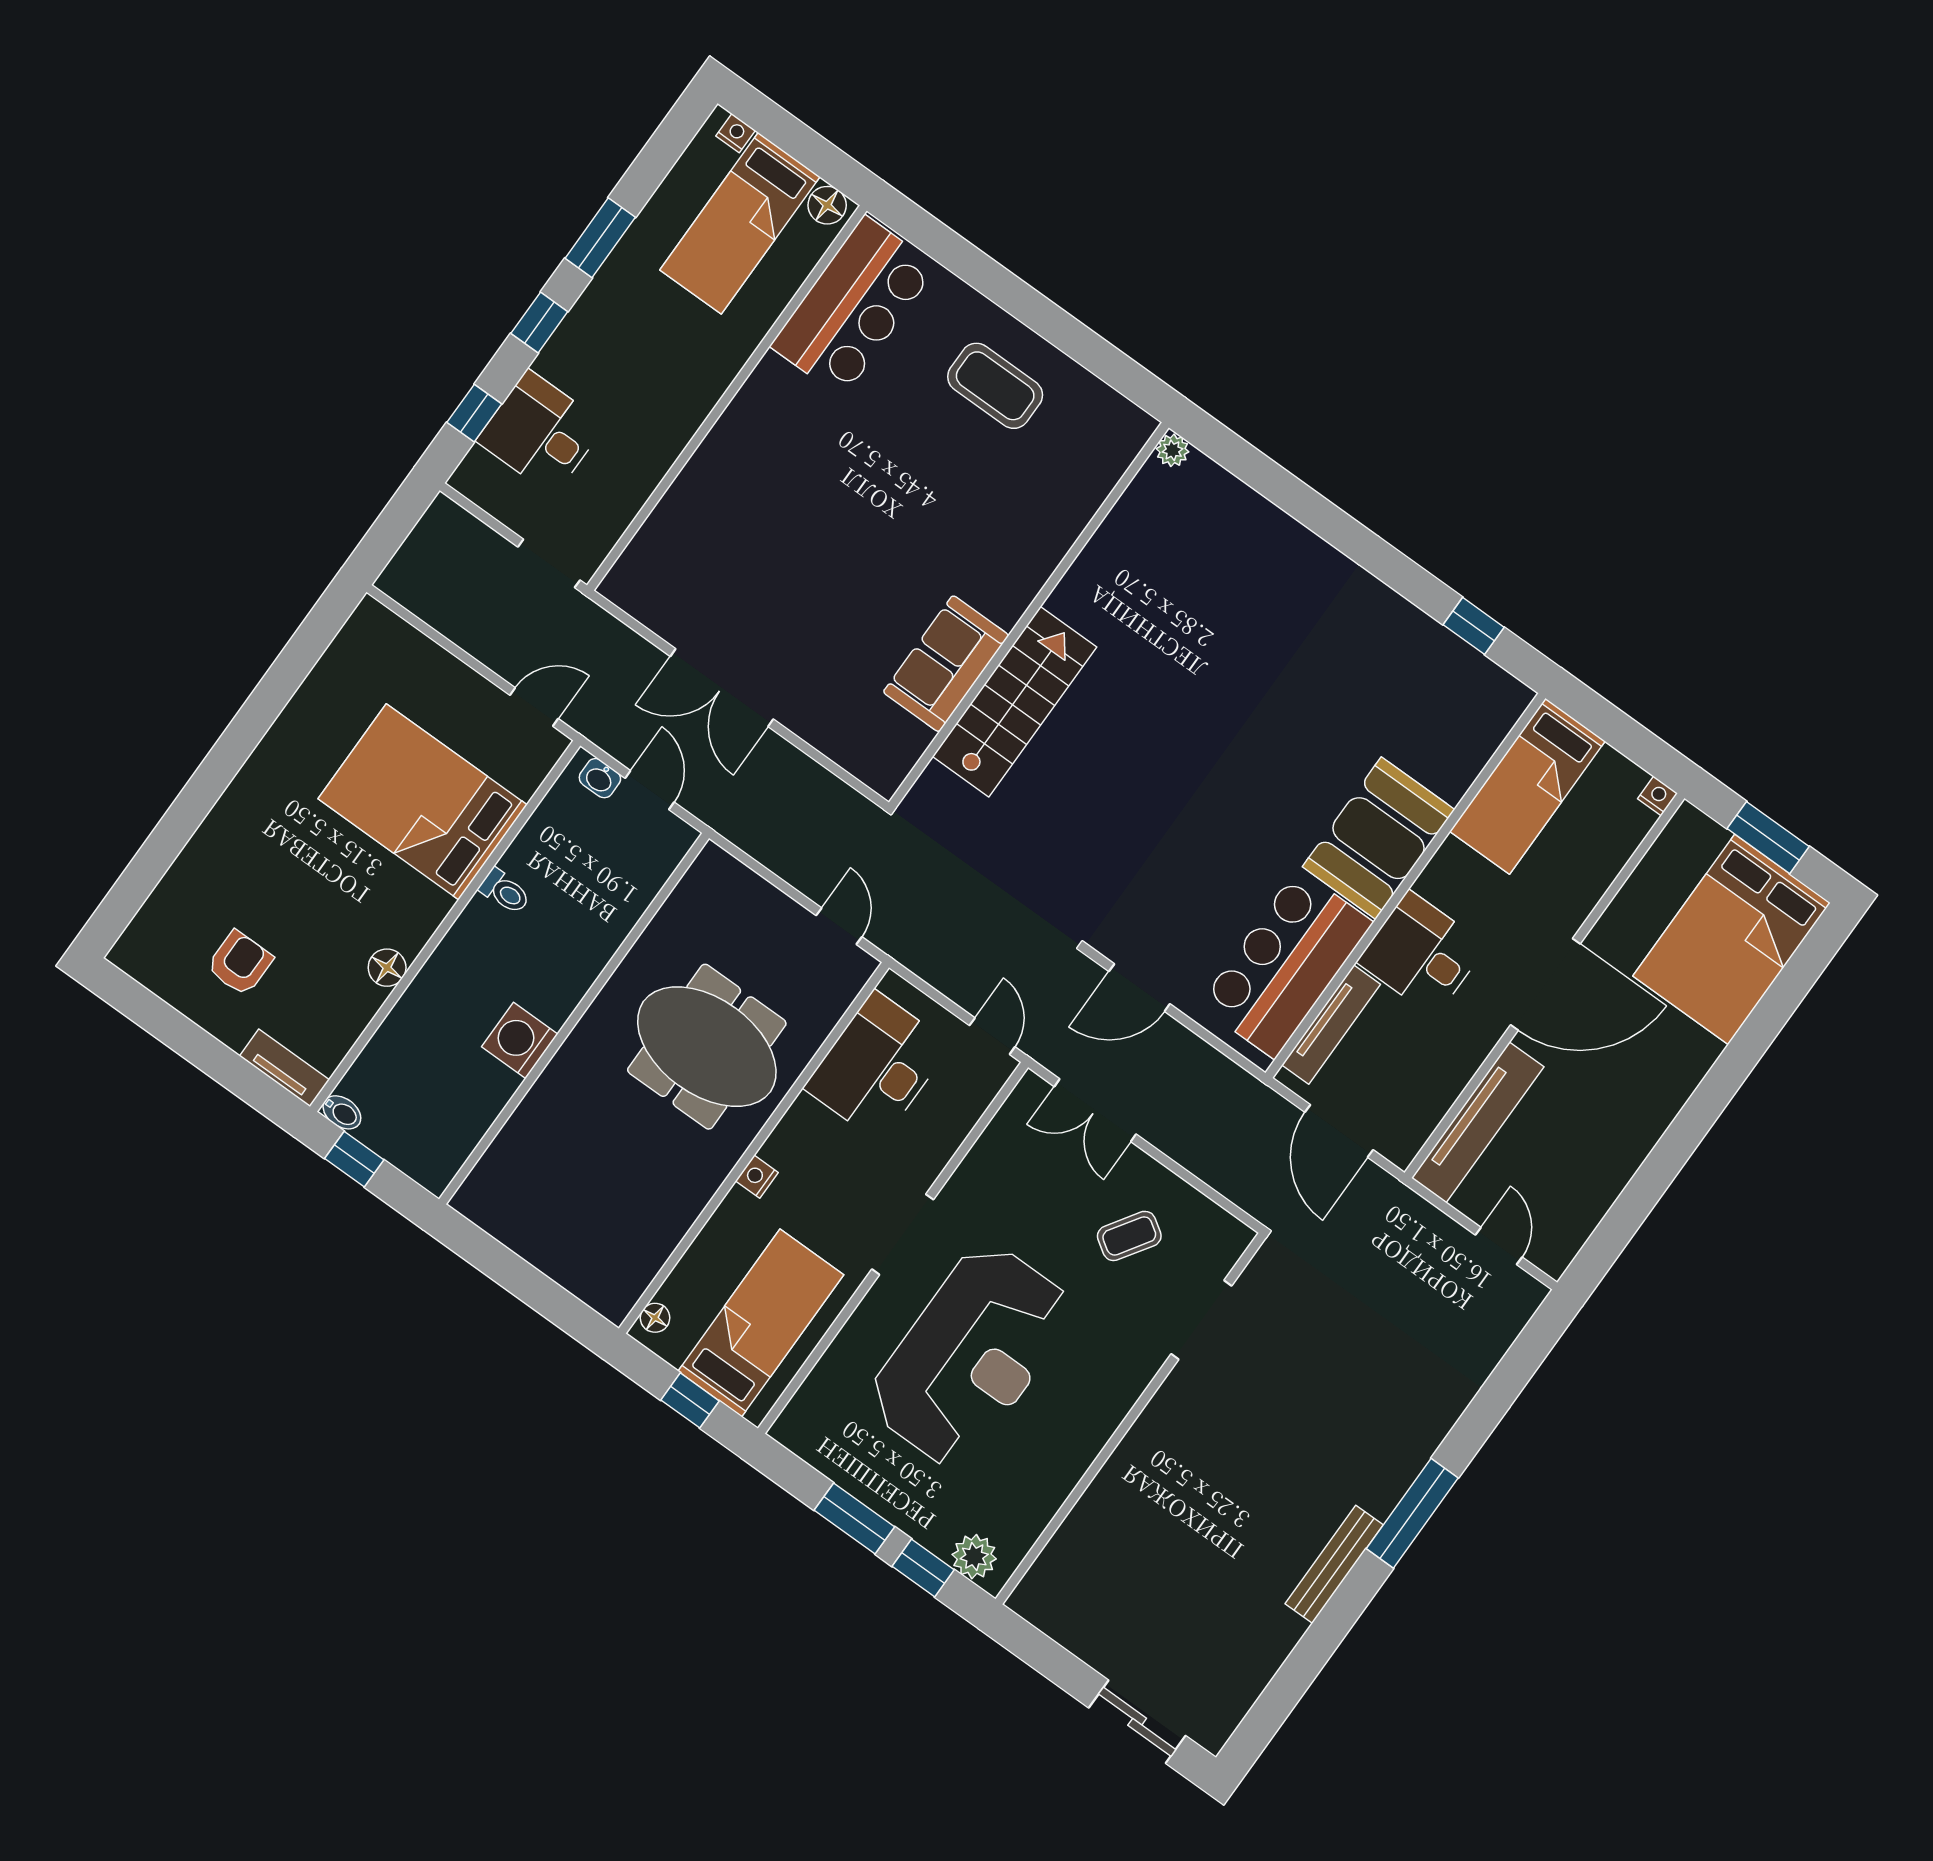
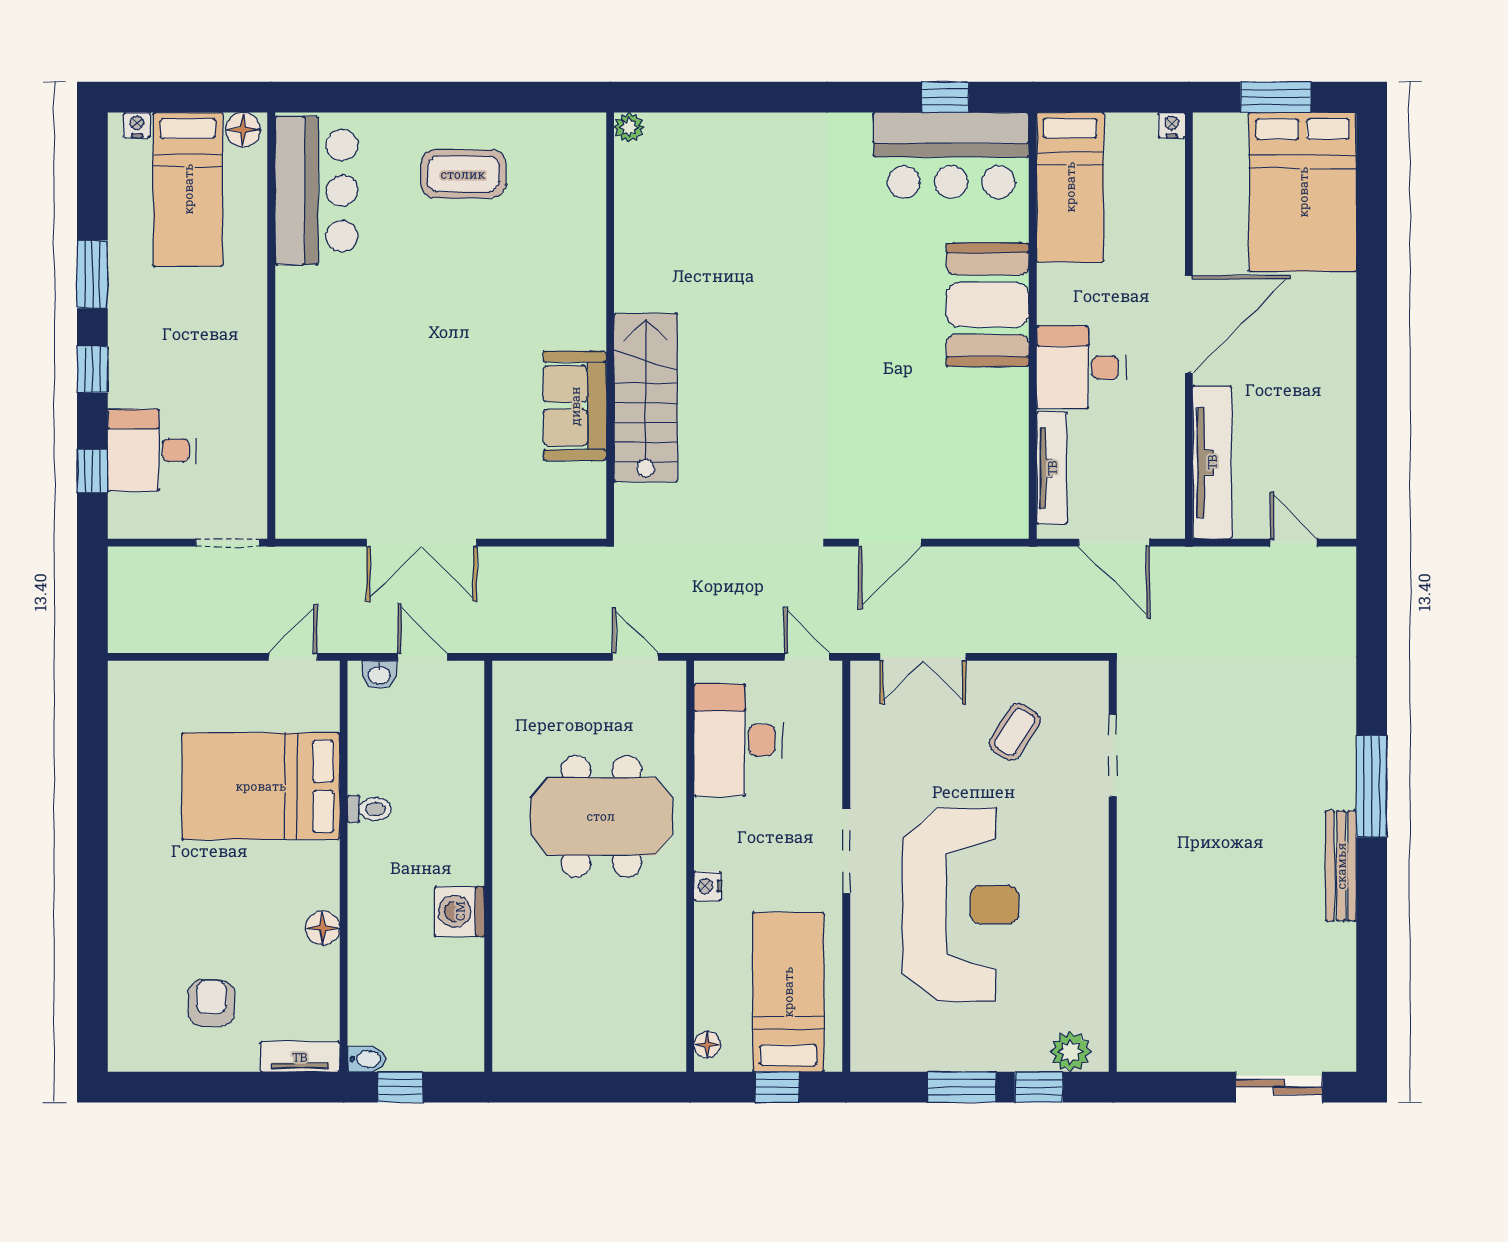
bar counter: (1286, 964) -> (951, 155), moved, turned -90

